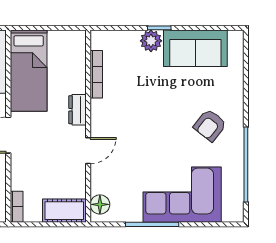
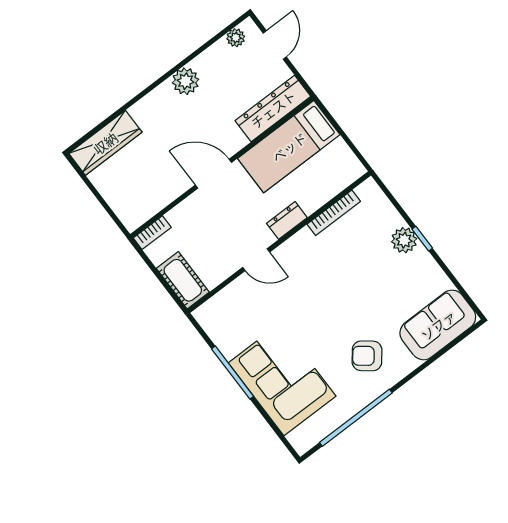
sofa: (195, 48) -> (438, 325), moved, turned 90
floor lamp: (100, 204) -> (214, 309), removed

